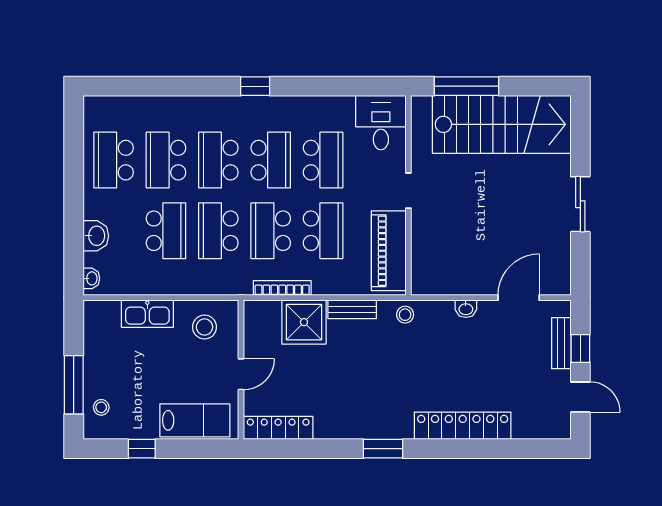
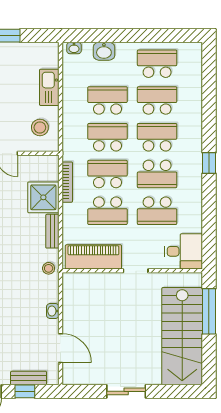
school desk: (166, 231) -> (107, 100), turned 180

